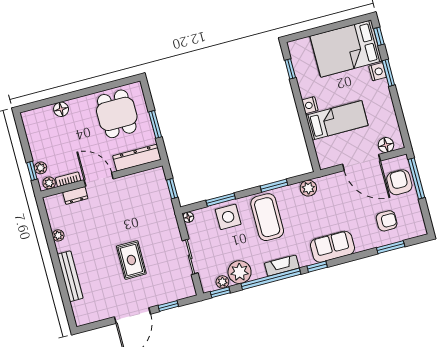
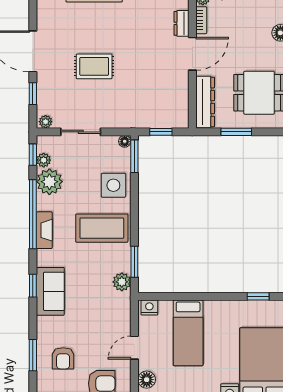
nightstand: (310, 105) -> (149, 308), moved
door: (361, 163) -> (134, 348), width x0.53
window: (274, 186) -> (134, 262), moved
window: (221, 200) -> (134, 156), moved
window: (317, 267) -> (33, 286), moved
plant: (189, 289) -> (46, 122), added

